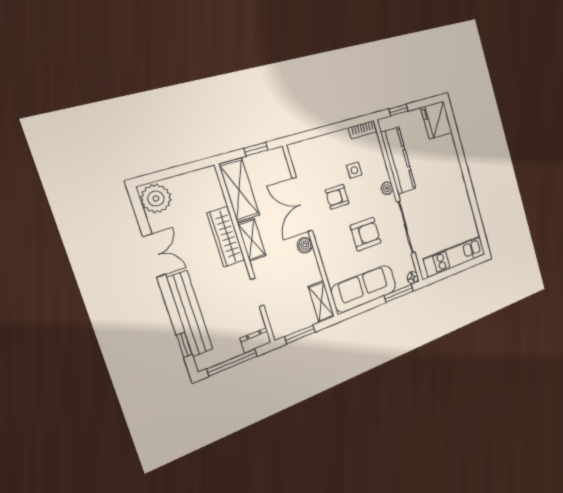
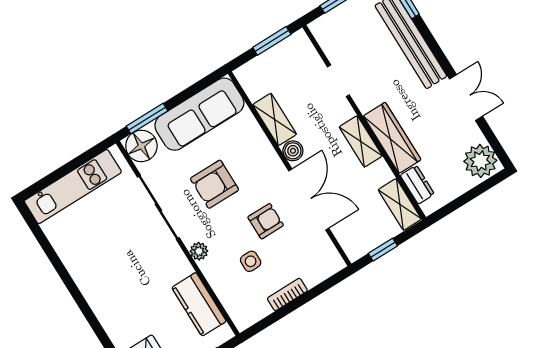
bookcase: (363, 130) -> (287, 294), moved
kitchen counter: (398, 161) -> (199, 304), width x0.67
shelving: (239, 190) -> (400, 204), width x0.67, depth x0.75
double door: (154, 256) -> (466, 98), swing flipped
floor lamp: (413, 278) -> (141, 146), width x1.89, depth x1.89
shelving: (321, 302) -> (275, 119), moved
dresser: (256, 340) -> (417, 185), moved, turned -90

